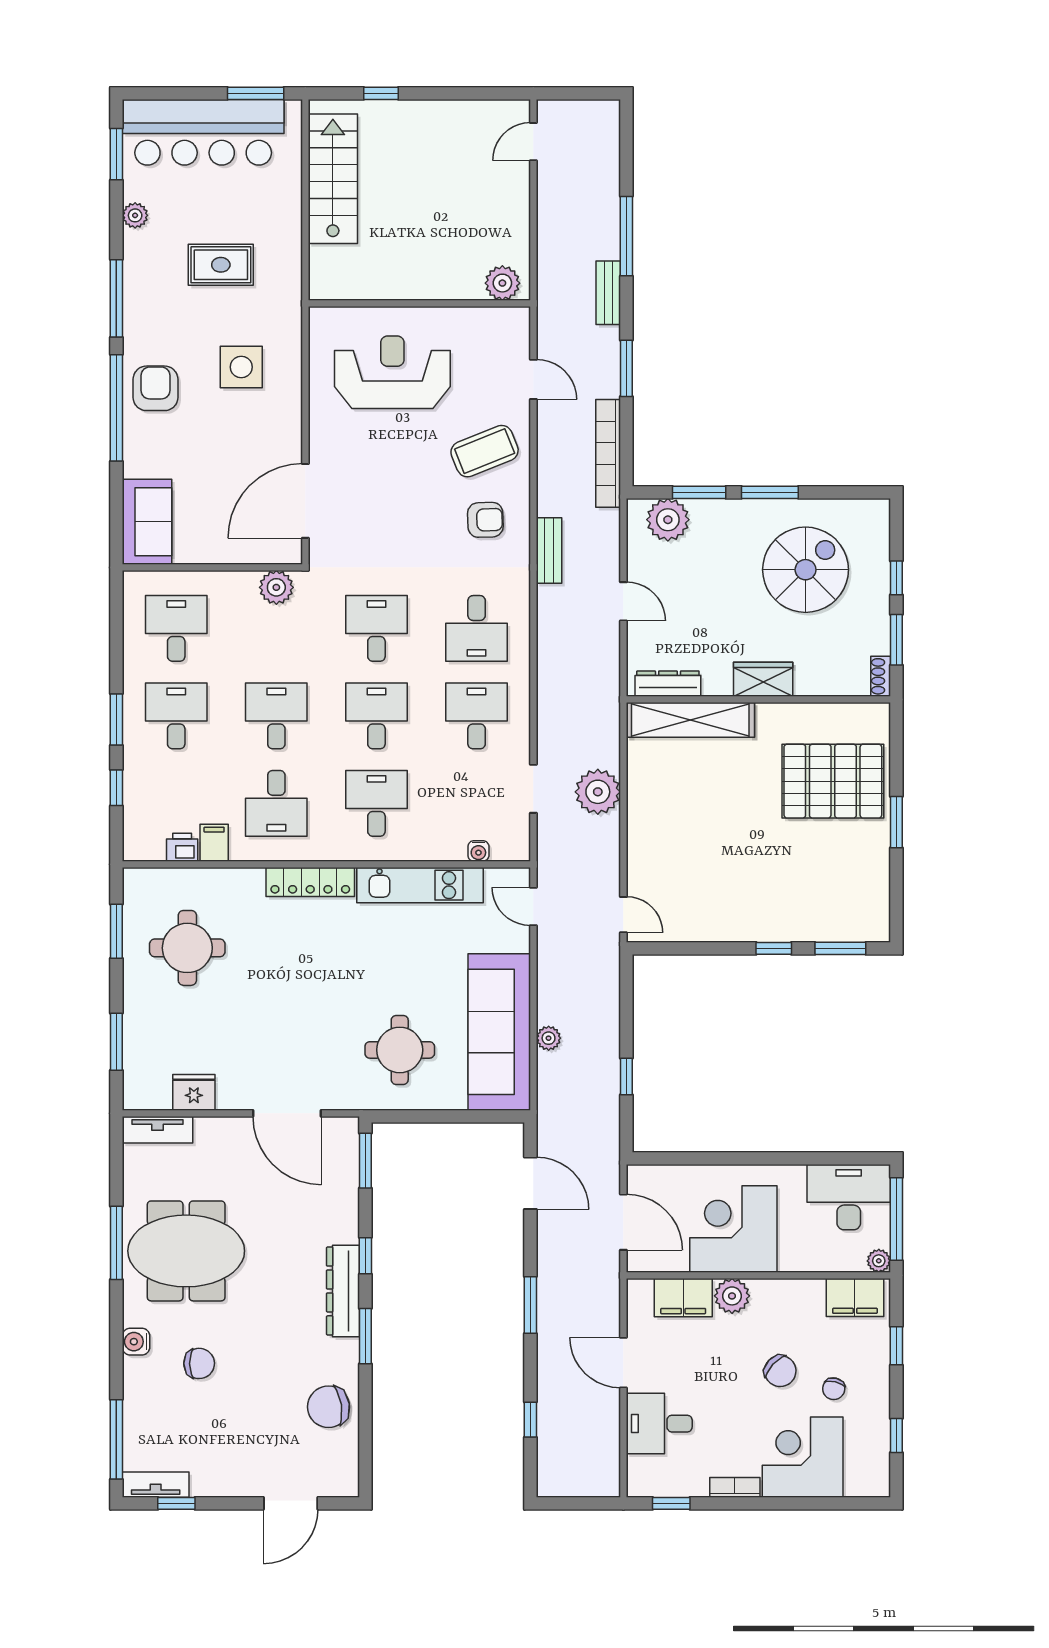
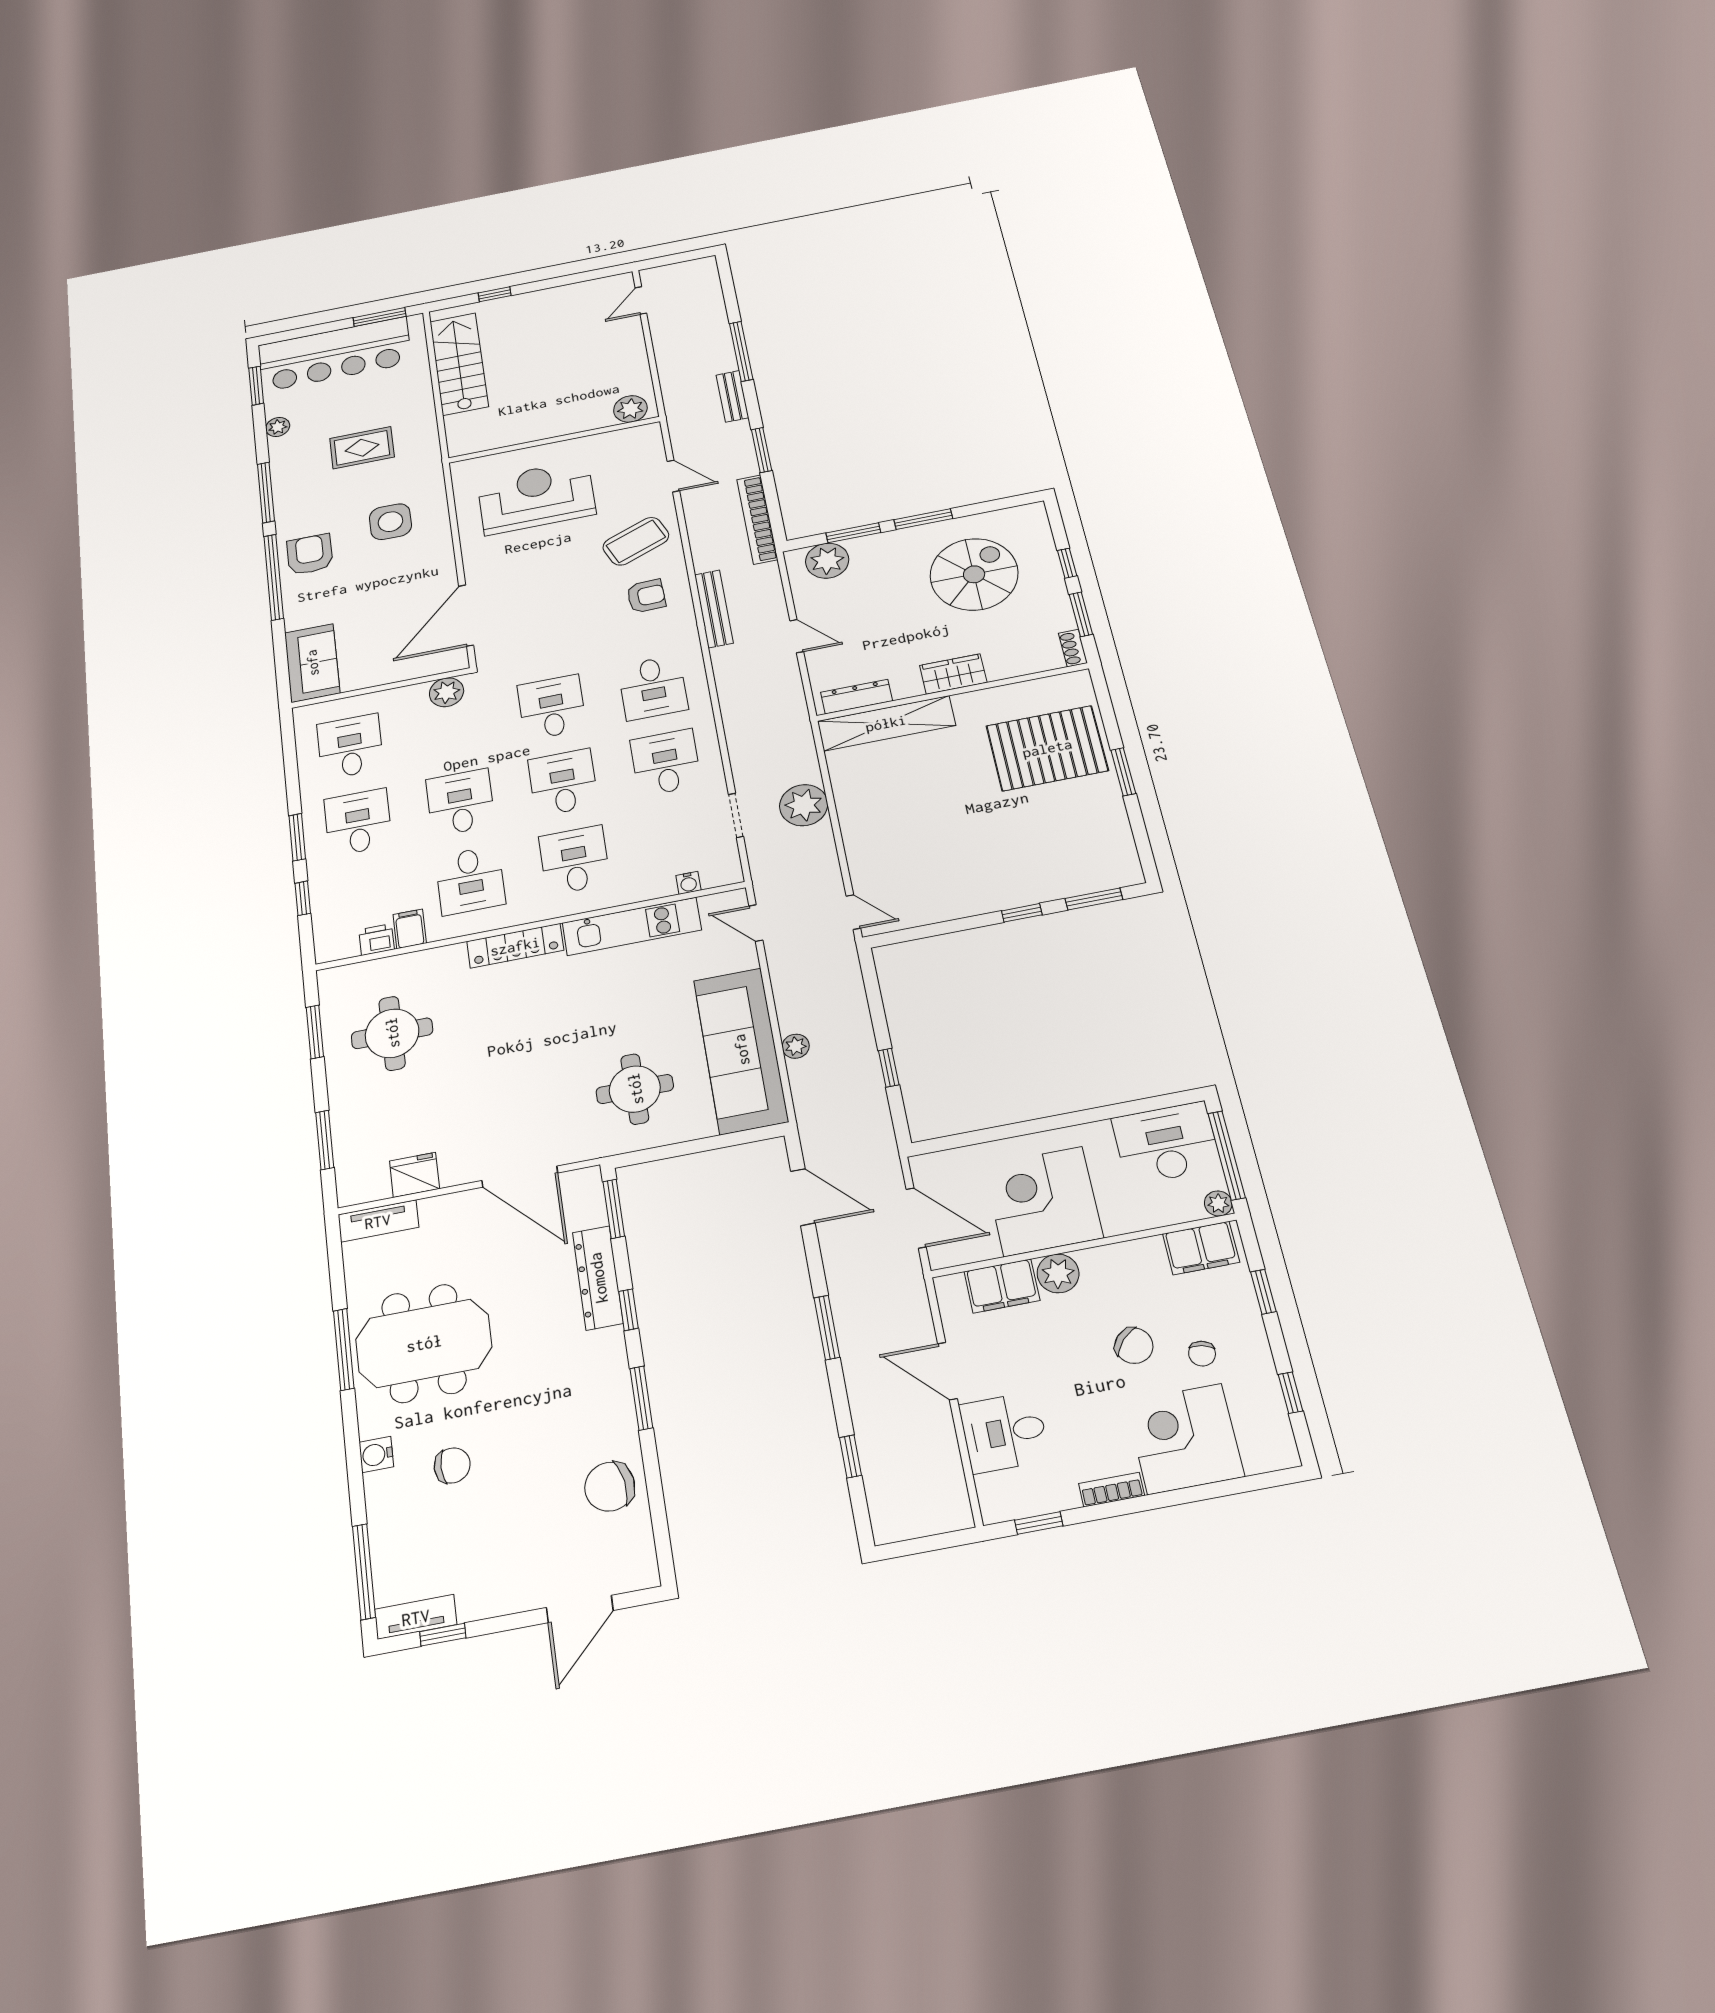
bench: (549, 551) -> (714, 609), width x1.36
dresser: (343, 1291) -> (598, 1278), moved

